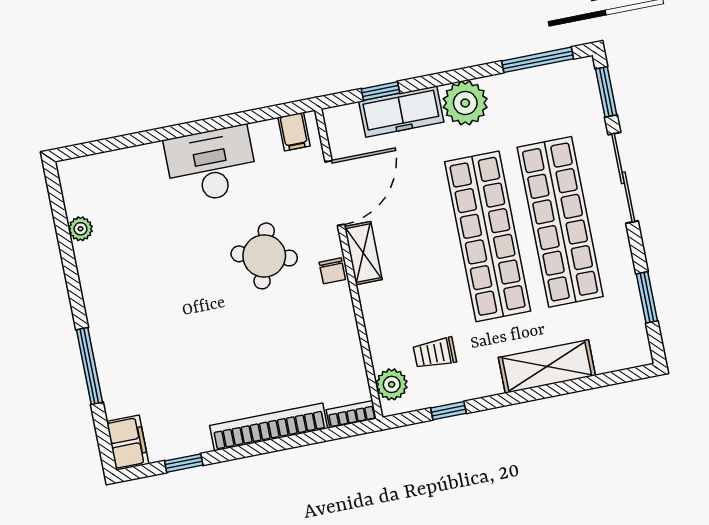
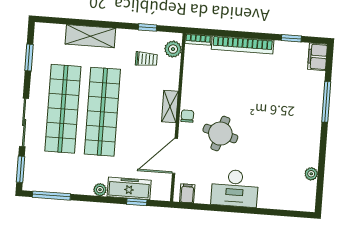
plant: (465, 103) -> (100, 190), width x0.53, depth x0.53
shelving: (363, 253) -> (170, 107), moved

